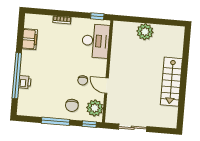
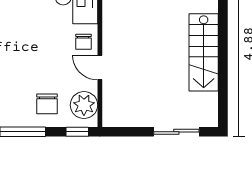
chair: (83, 80) -> (83, 42), moved
sliding door: (133, 128) -> (176, 132), moved

